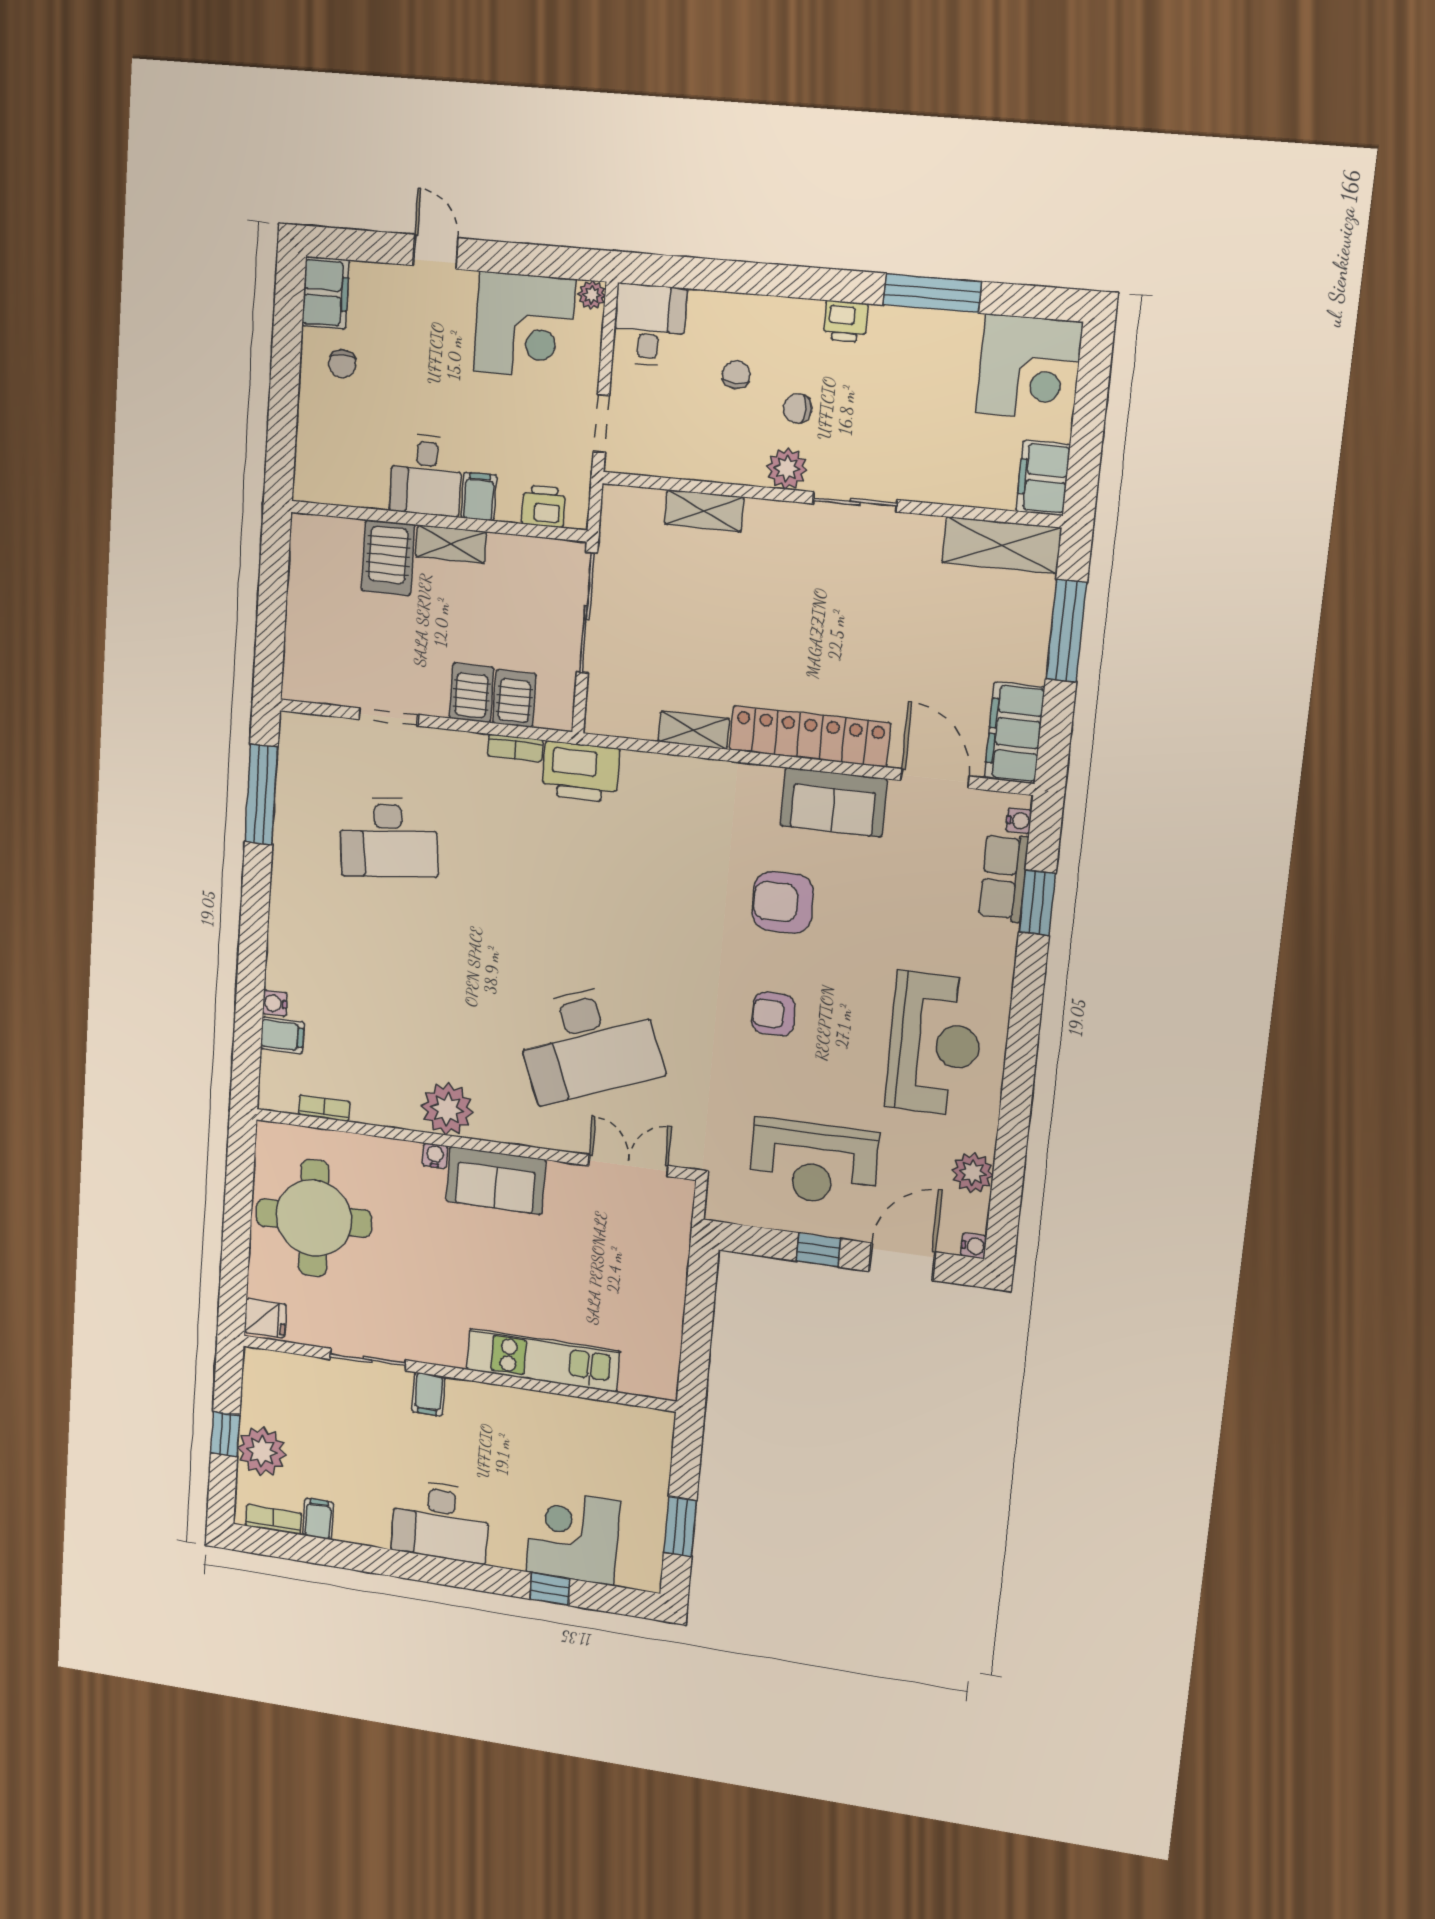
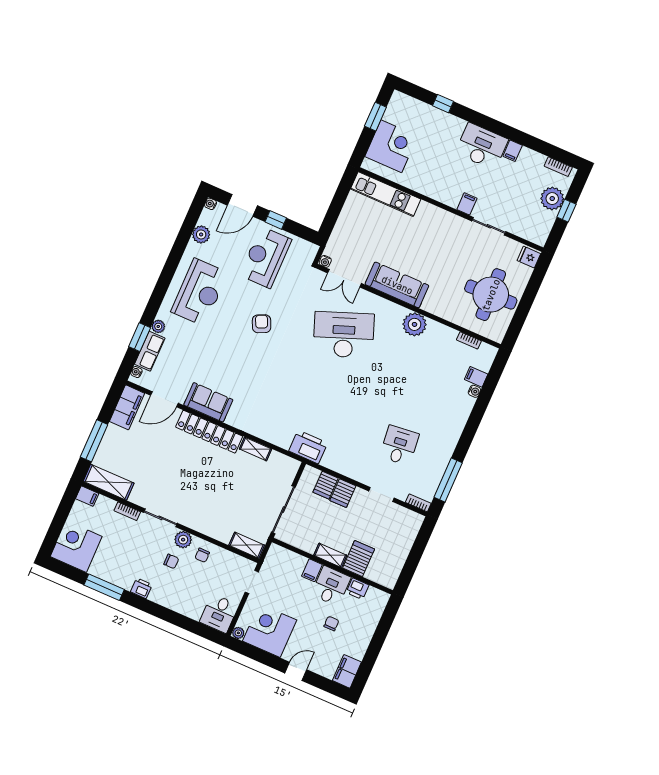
door: (436, 252) -> (296, 671), swing flipped
chair: (342, 364) -> (331, 624), moved
chair: (736, 375) -> (202, 555), moved
filing cabinet: (1043, 478) -> (87, 496), width x0.50
bookcase: (936, 492) -> (127, 511), added
printer: (544, 506) -> (358, 589), moved
shelving: (704, 511) -> (247, 545), moved
bookcase: (515, 748) -> (418, 503), moved
door: (935, 778) -> (164, 399), hinge flipped
desk: (389, 837) -> (399, 445), width x0.73
armchair: (783, 902) -> (243, 368), removed
plant: (1002, 940) -> (158, 326), added
armchair: (774, 1014) -> (262, 324), turned -115
reception desk: (935, 1044) -> (199, 292), turned 180
water cooler: (435, 1156) -> (325, 261), moved
reception desk: (813, 1162) -> (266, 257), turned -90
sofa: (496, 1180) -> (397, 285), width x1.36
kitchen unit: (543, 1360) -> (386, 194), moved
filing cabinet: (318, 1519) -> (513, 151), moved
corner desk: (573, 1537) -> (391, 146), moved, turned -90

